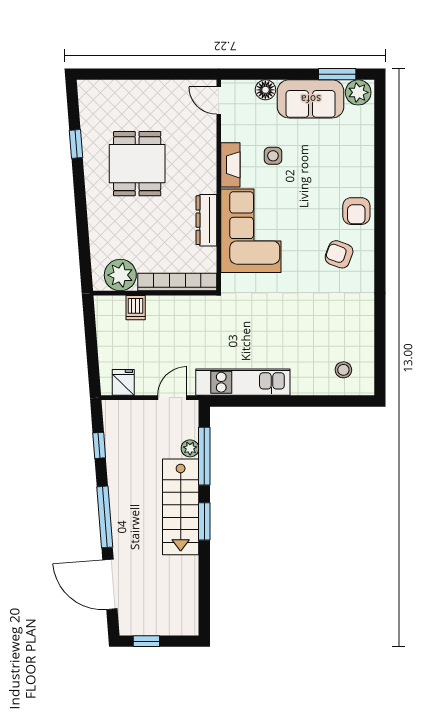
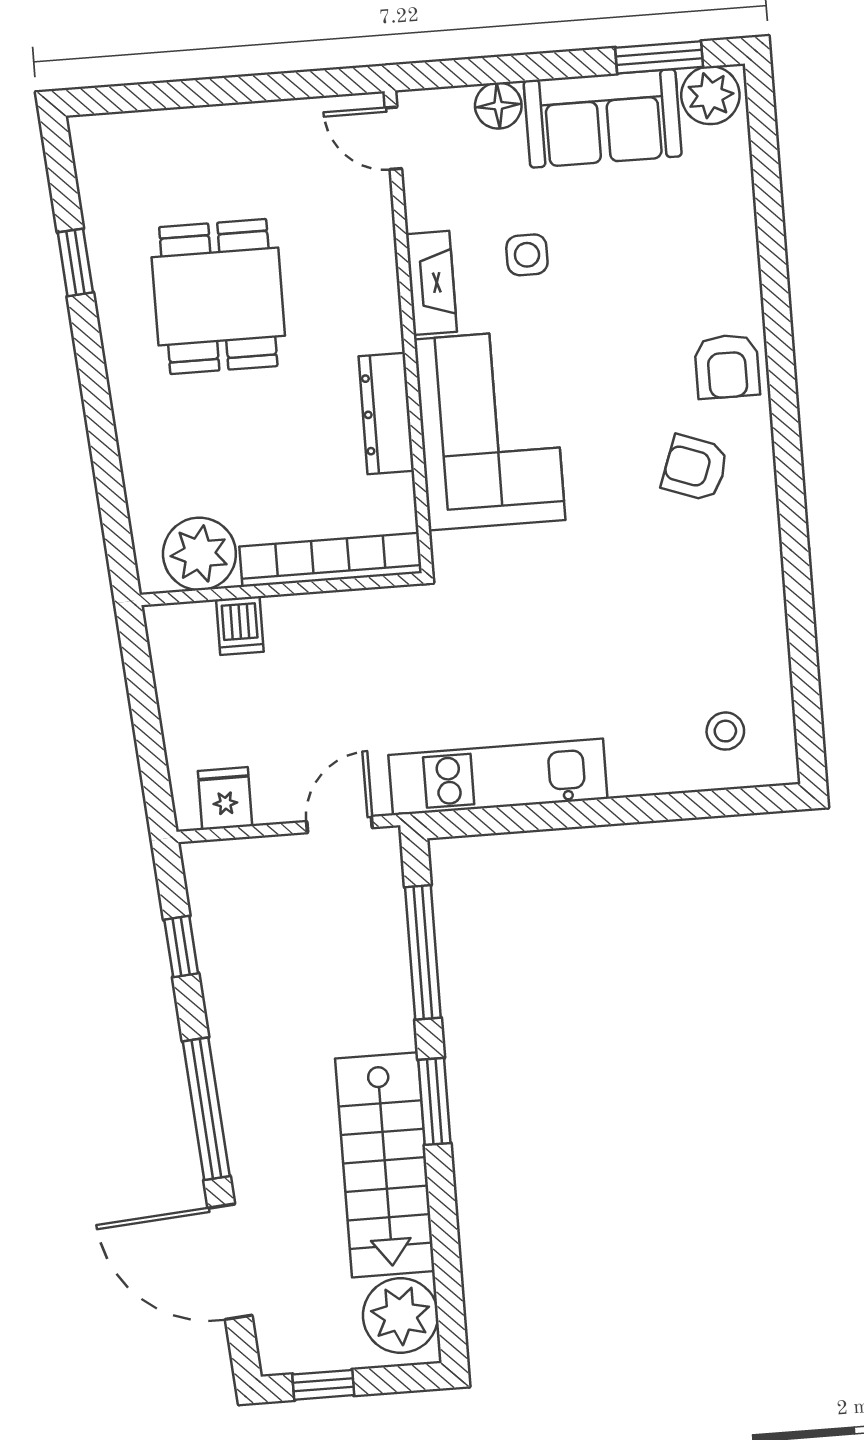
plant: (190, 448) -> (401, 1315), moved, width x1.88, depth x1.88
stairs: (181, 507) -> (385, 1165), moved

